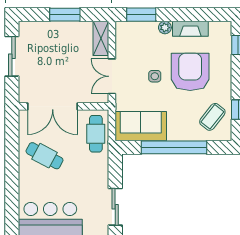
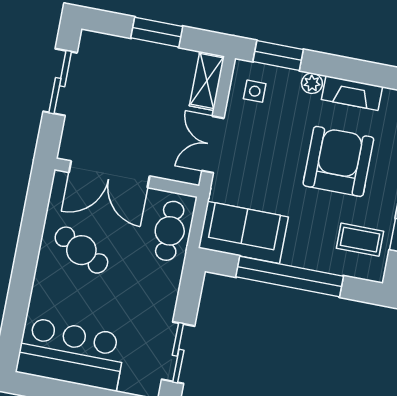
side table: (155, 76) -> (255, 91), moved
coffee table: (212, 117) -> (360, 240), turned 52

